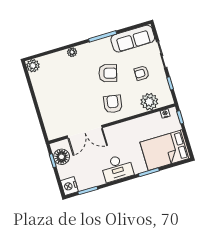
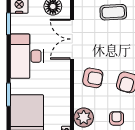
coffee table: (51, 103) -> (113, 12), added
desk: (117, 168) -> (27, 56), width x1.36, depth x1.30

